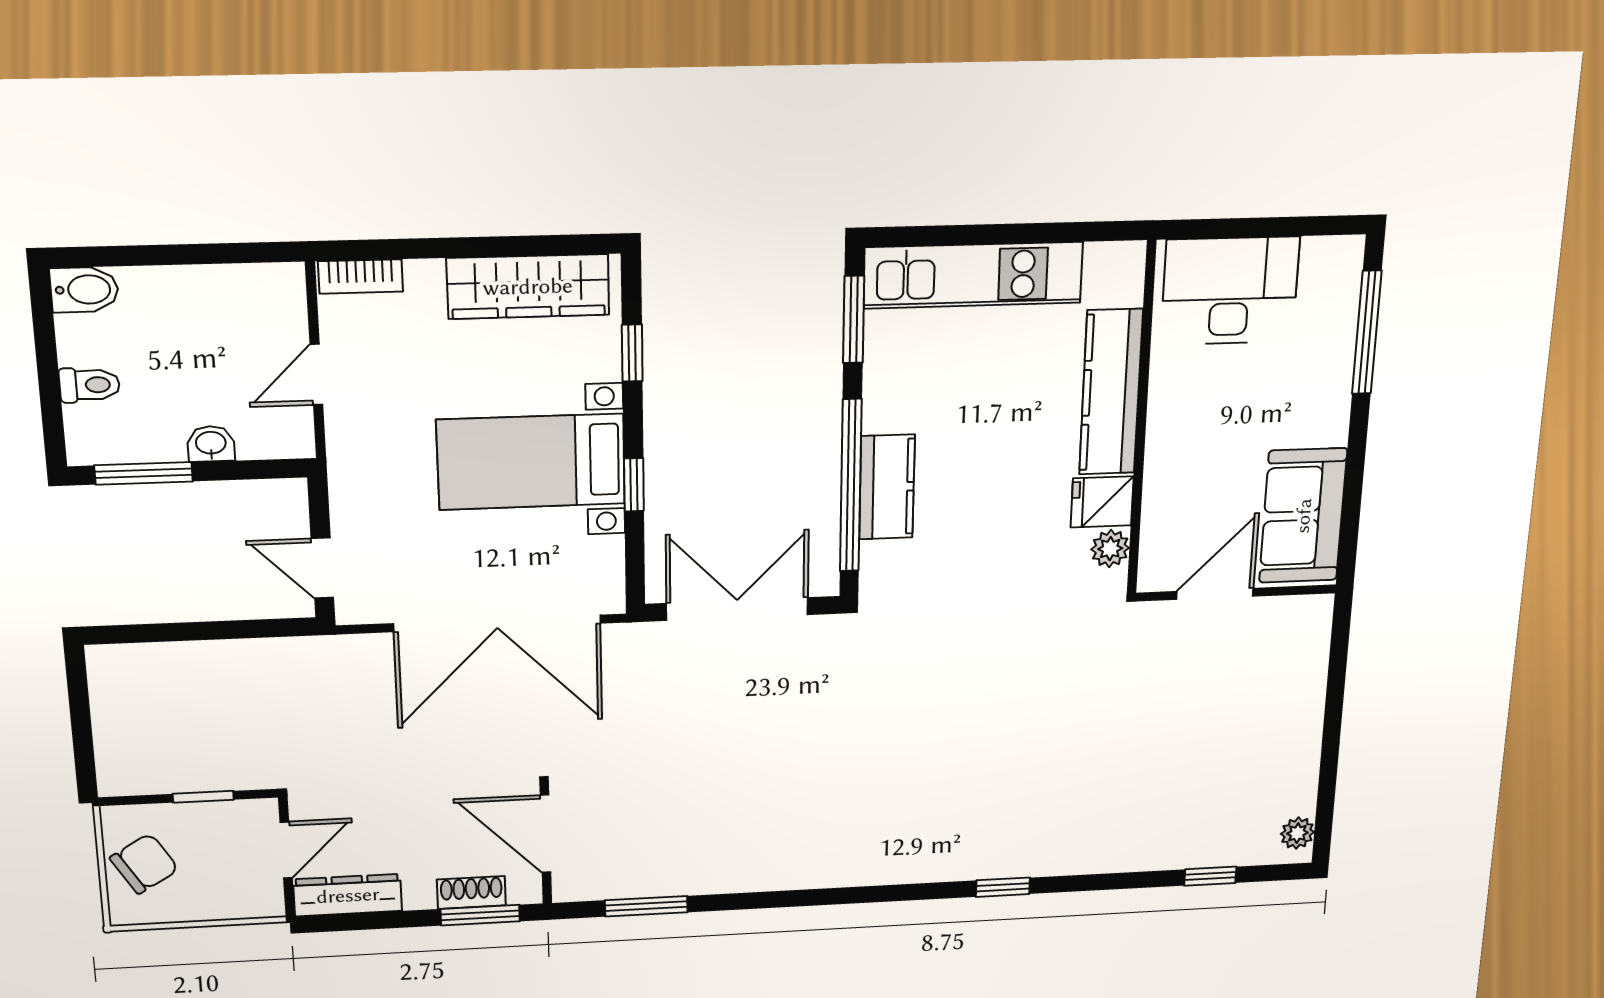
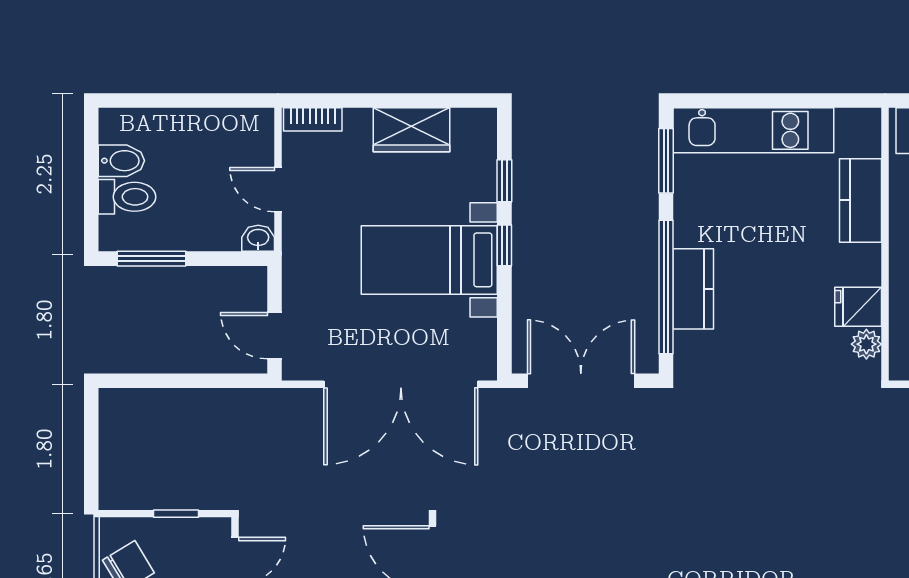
wardrobe: (528, 286) -> (412, 130), width x0.67
bidet: (84, 290) -> (121, 161), moved
door: (316, 375) -> (278, 190), hinge flipped
toilet: (90, 385) -> (127, 197), width x1.37, depth x1.39
kitchen counter: (1111, 392) -> (861, 200), width x0.67
washbasin: (211, 444) -> (258, 238), moved
window: (634, 485) -> (504, 245), moved

